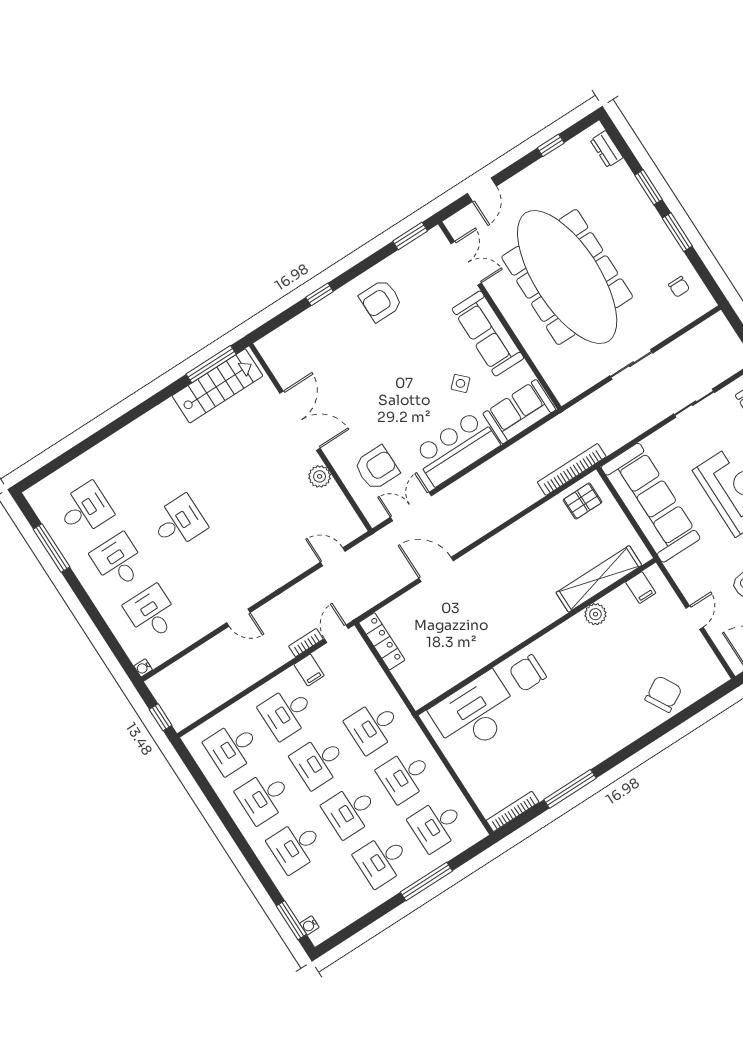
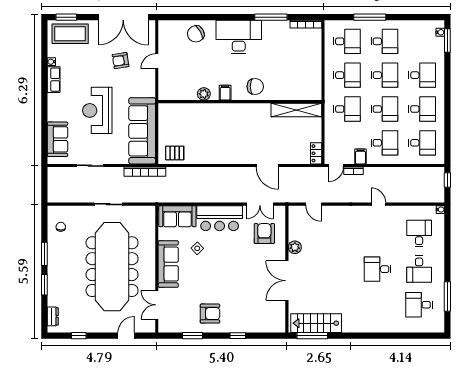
window: (410, 236) -> (192, 336), moved
armchair: (377, 468) -> (264, 234), turned 90
bookcase: (572, 469) -> (145, 172), moved
shelving: (599, 579) -> (296, 110), moved
filing cabinet: (641, 588) -> (225, 93), moved
desk: (152, 613) -> (419, 233), turned 180
locker: (382, 641) -> (316, 153), width x0.66
desk: (475, 714) -> (239, 37), moved, turned 180

